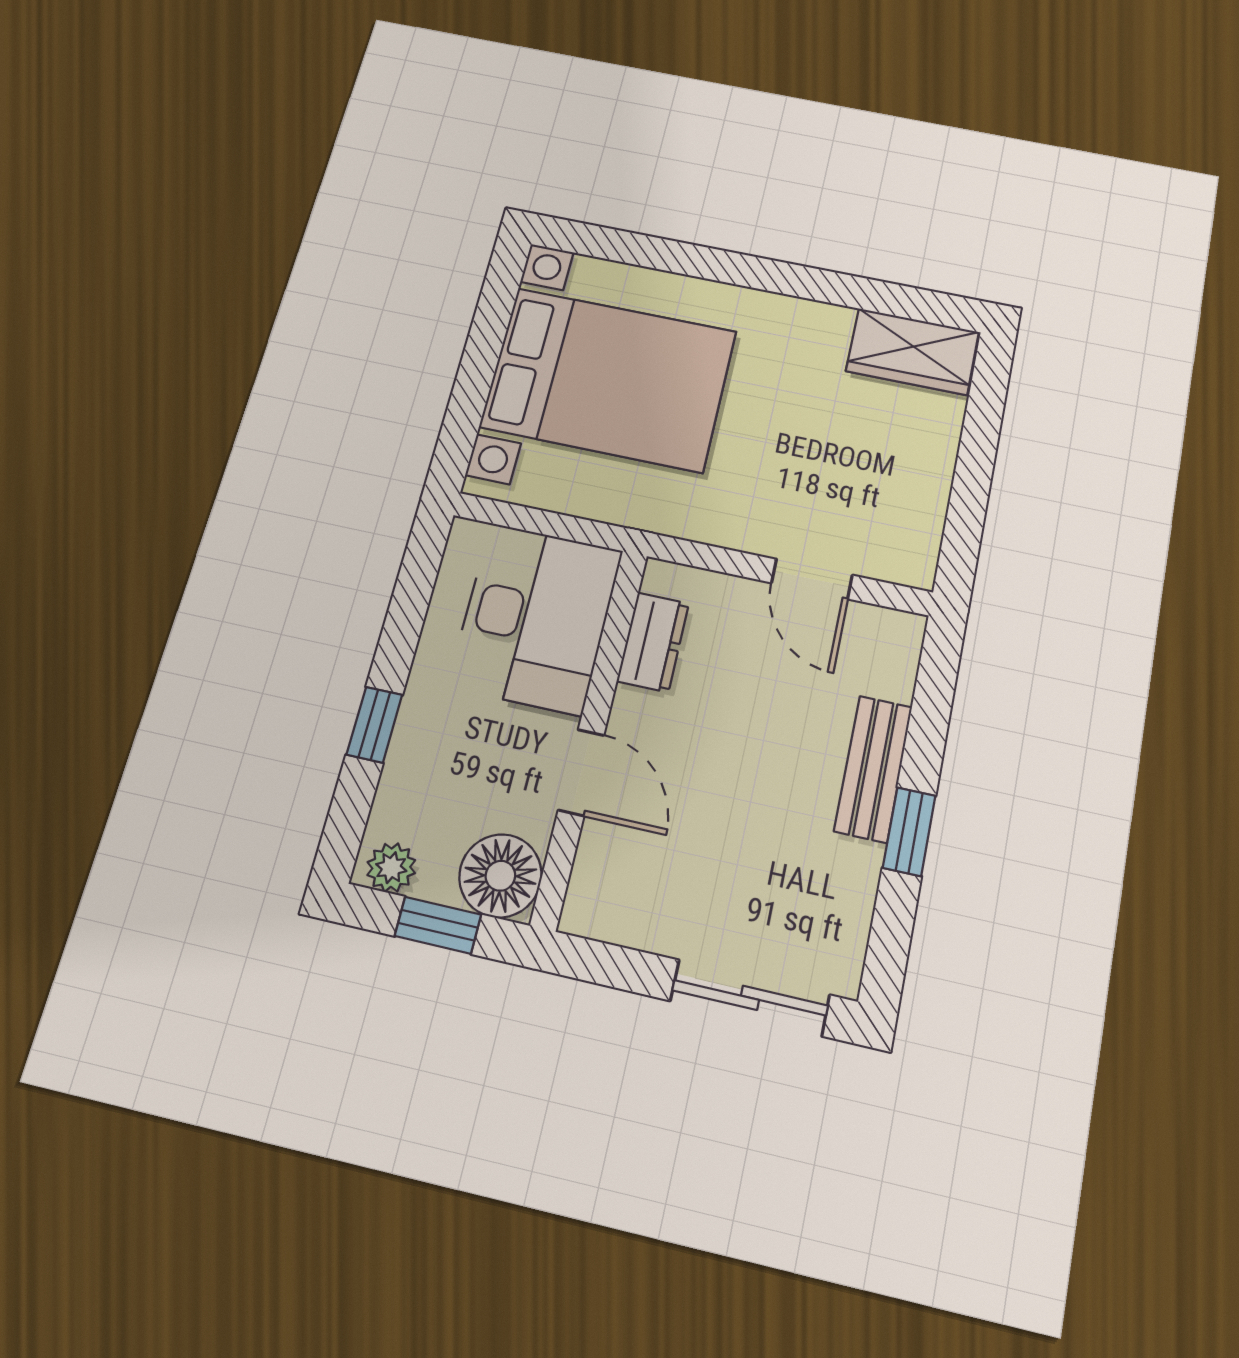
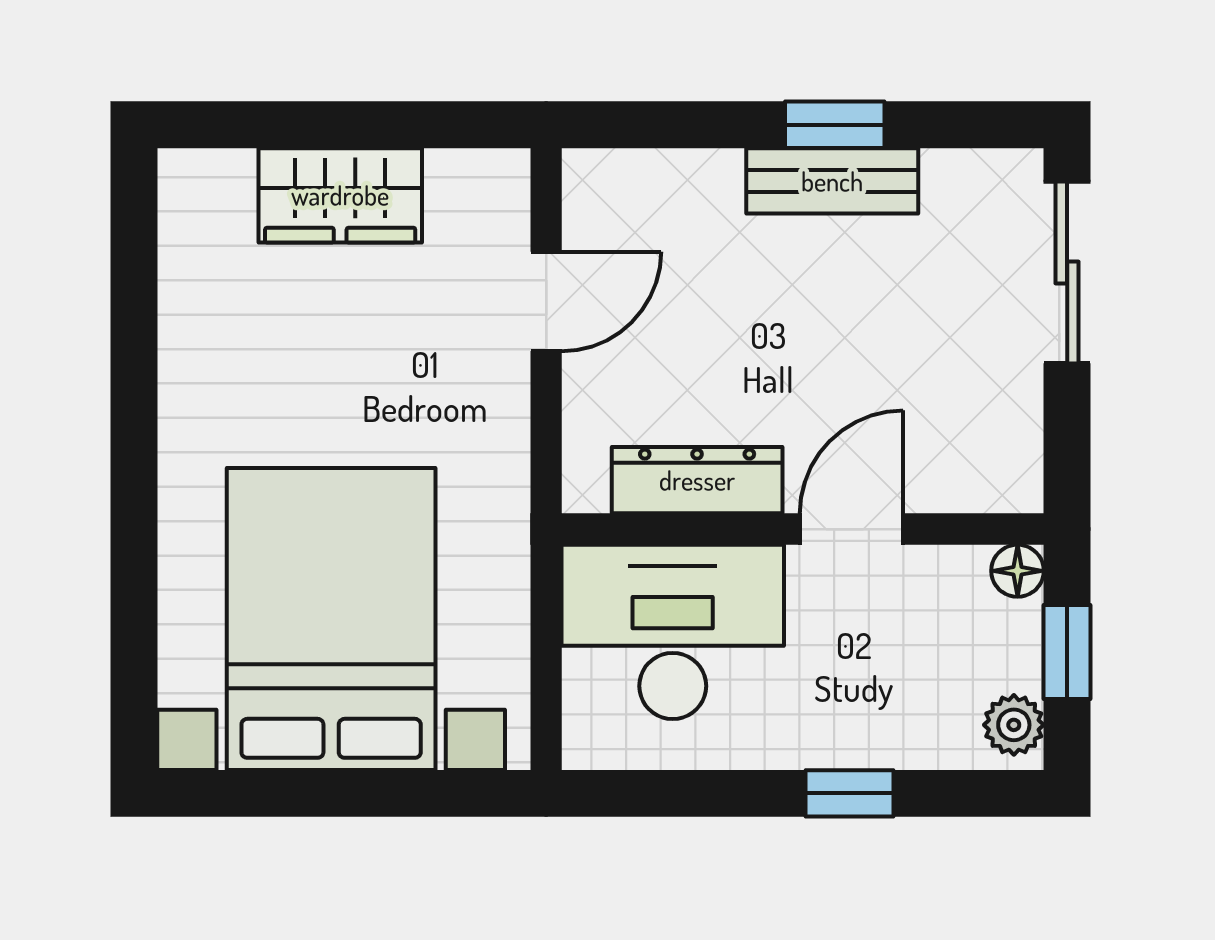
wardrobe: (913, 352) -> (340, 195), moved, turned 90
dresser: (653, 642) -> (697, 480), width x1.44
bench: (873, 769) -> (832, 181), moved
floor lamp: (500, 876) -> (1018, 571), width x0.53, depth x0.53

